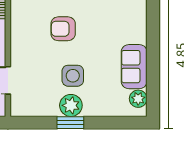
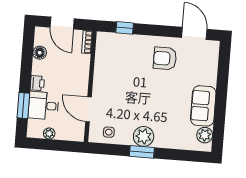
armchair: (63, 29) -> (165, 58), moved
side table: (73, 76) -> (109, 132), moved, width x0.54, depth x0.54

